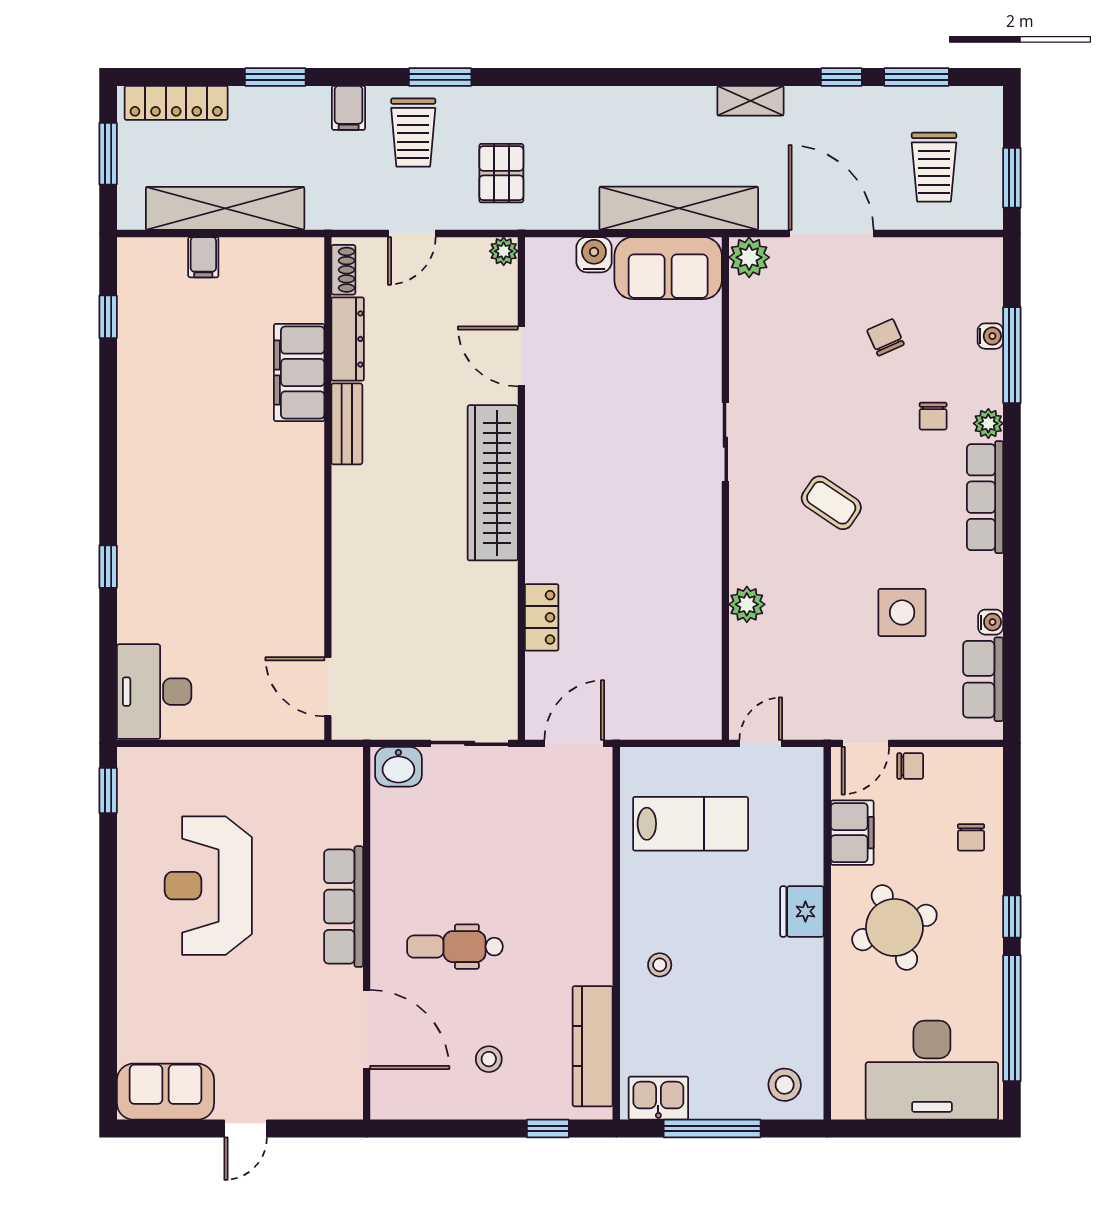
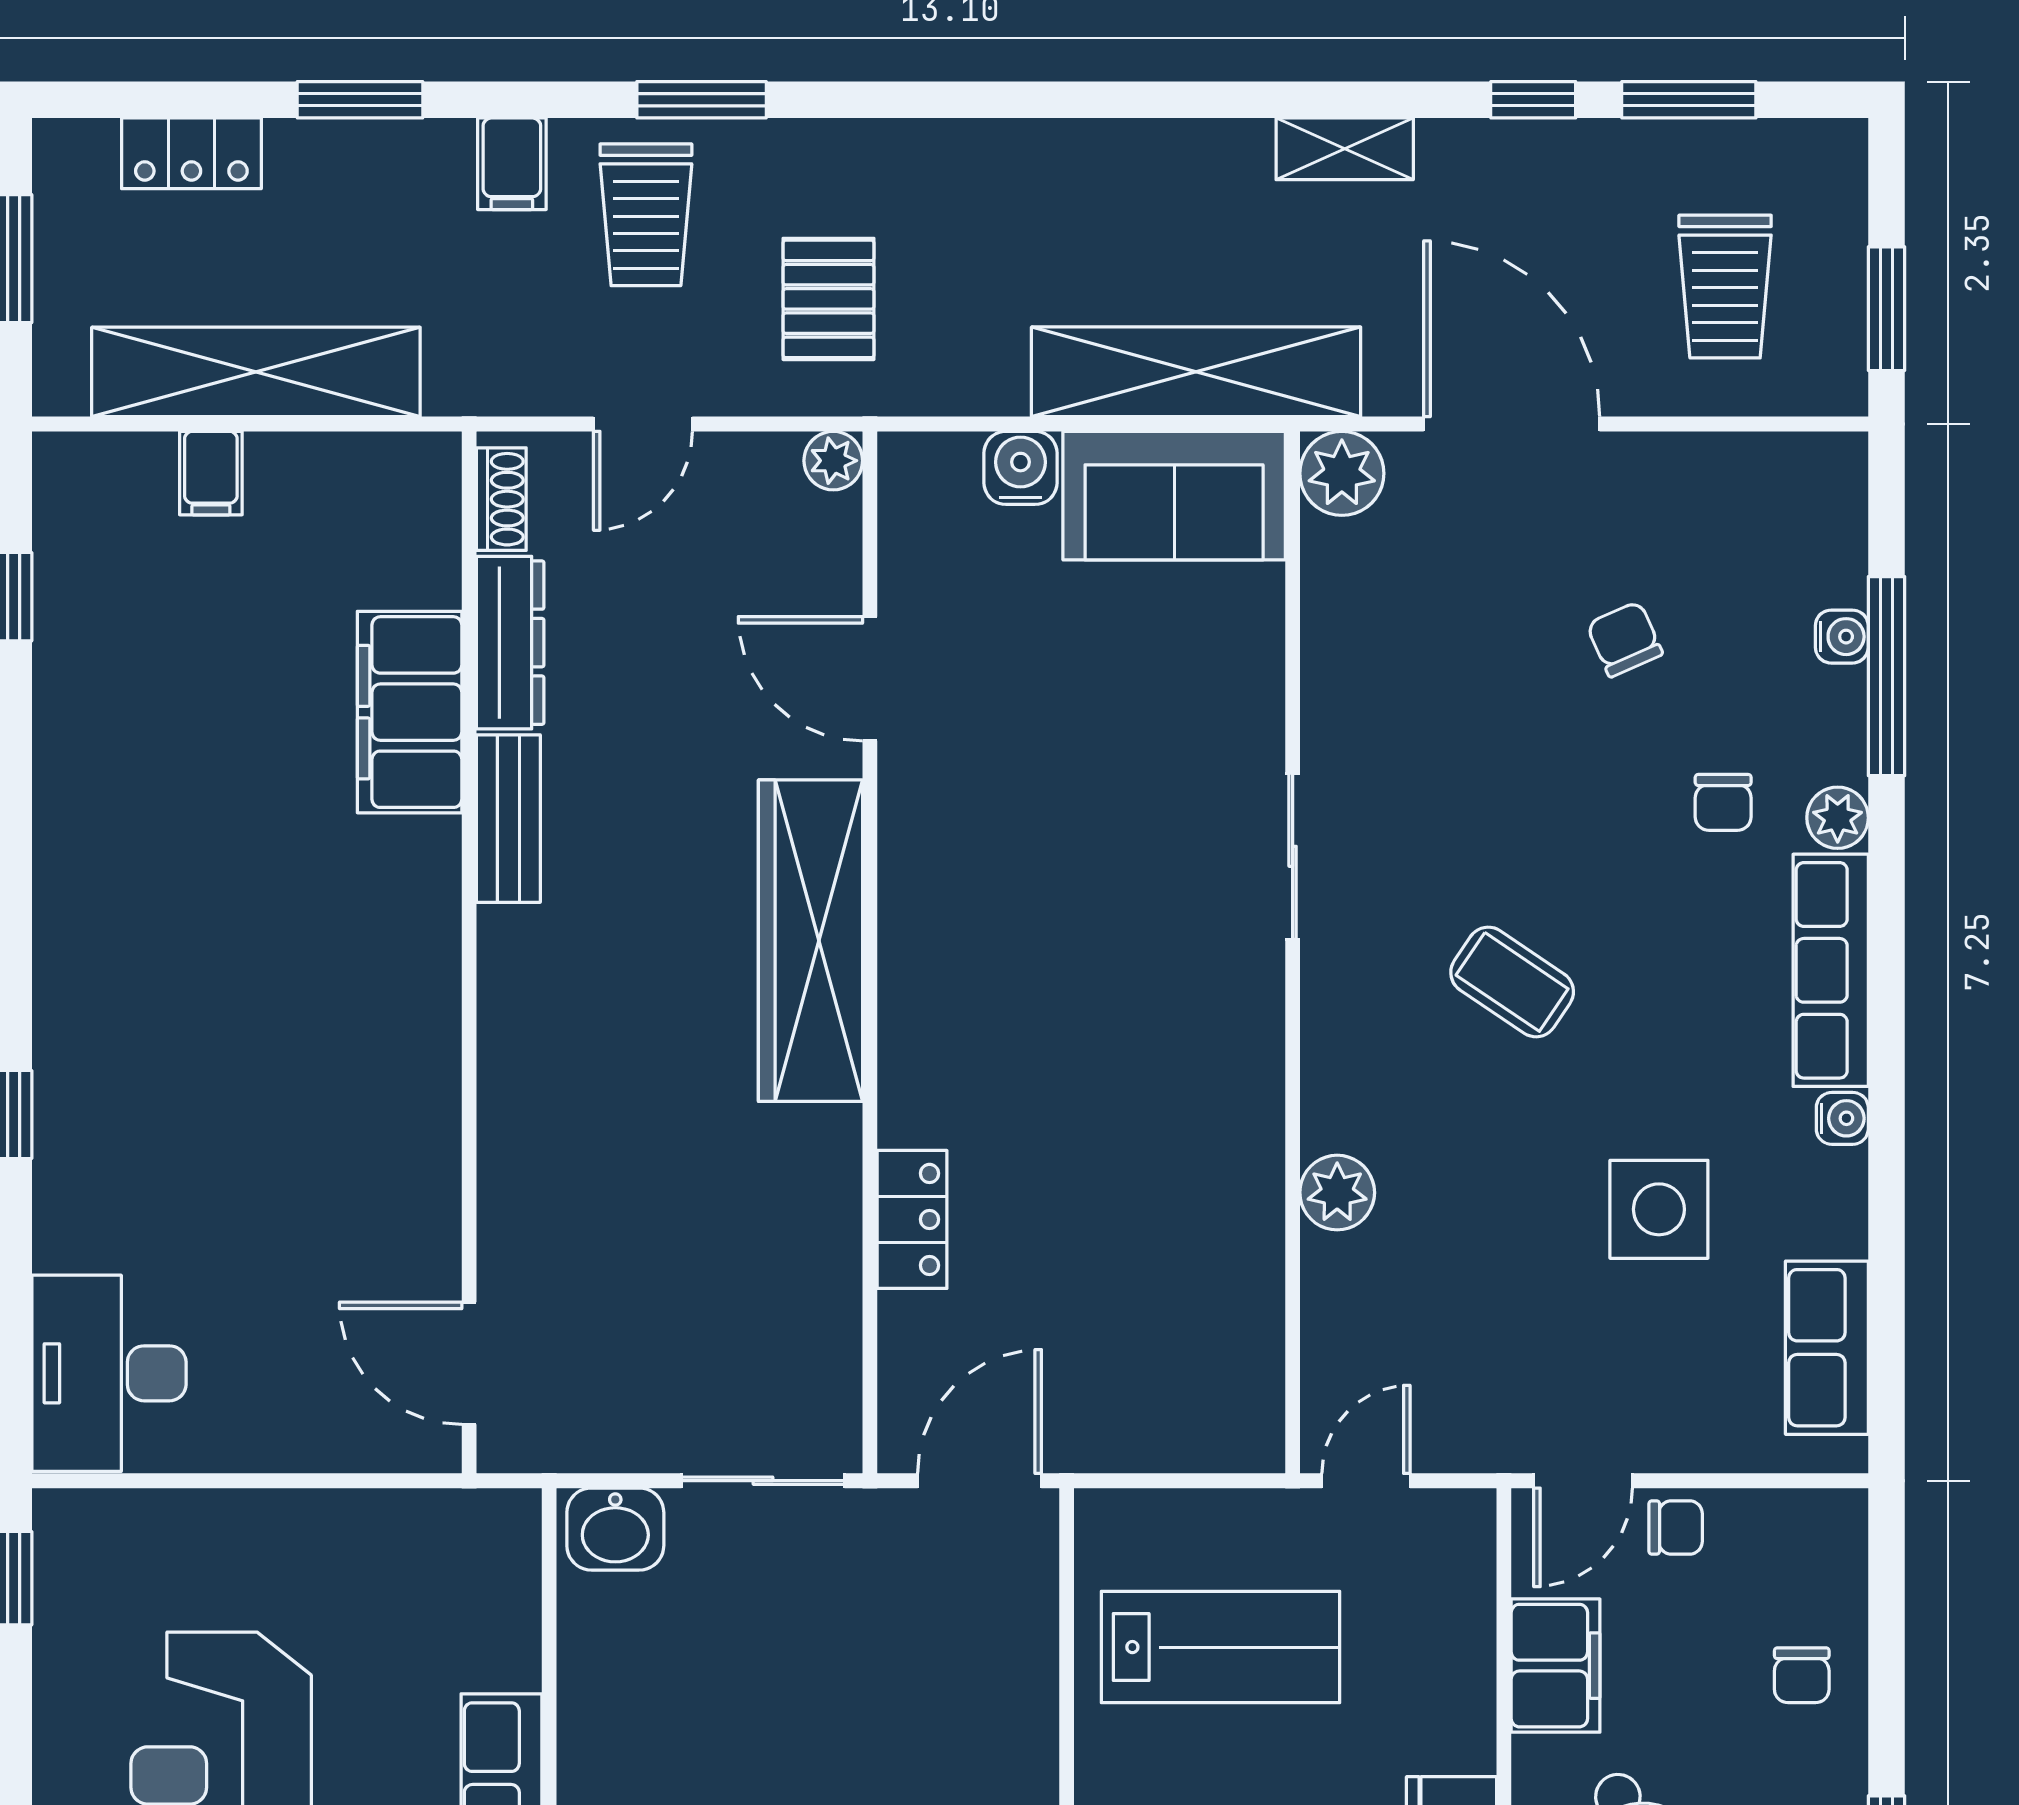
locker: (176, 103) -> (191, 153), width x0.66
water cooler: (991, 622) -> (1842, 1118), moved

